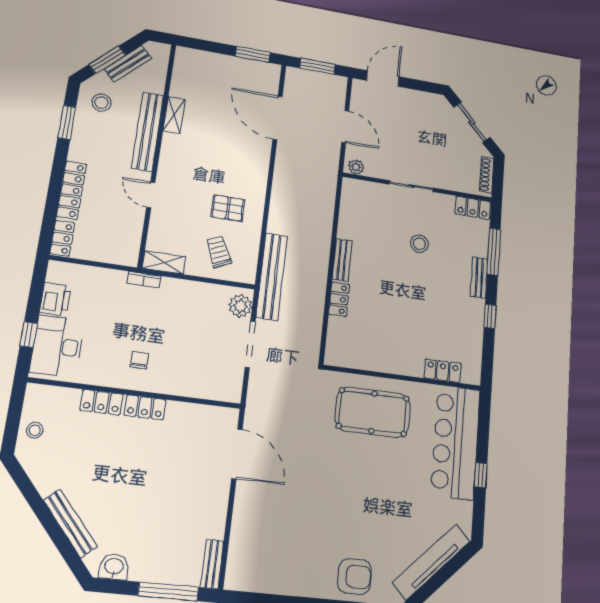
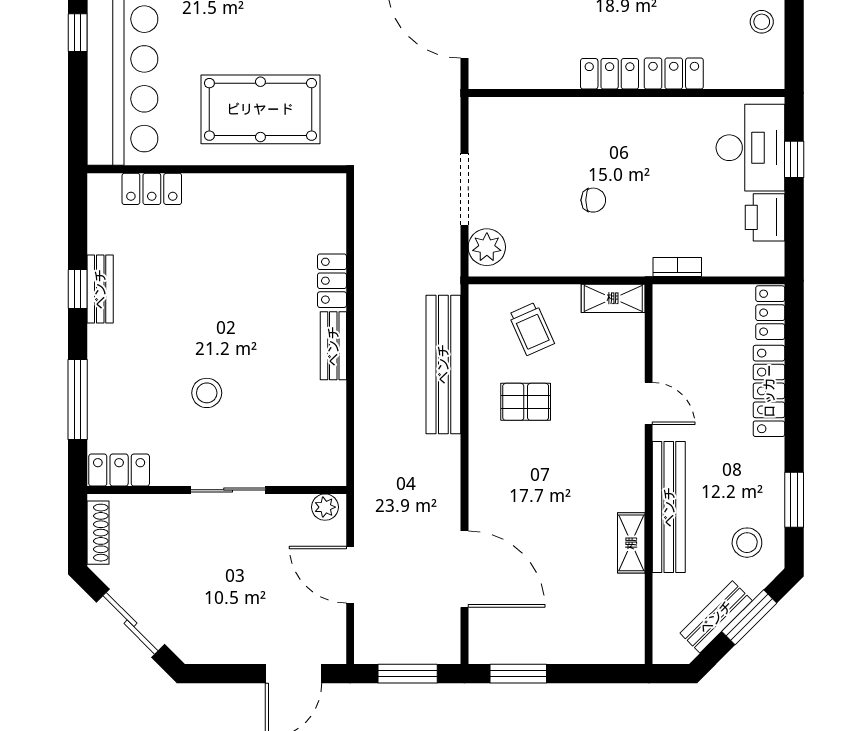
bench: (272, 276) -> (443, 364), moved
bench: (479, 278) -> (100, 289), moved
bookcase: (144, 280) -> (677, 267), moved
chair: (139, 360) -> (593, 200), moved, turned -90

